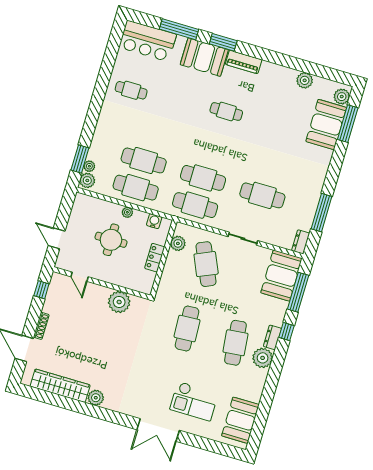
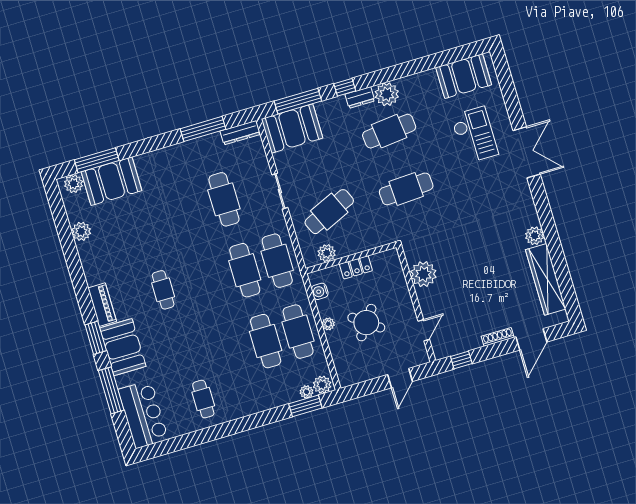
round table: (111, 240) -> (366, 323), turned 36
dresser: (301, 242) -> (240, 133), width x1.44

